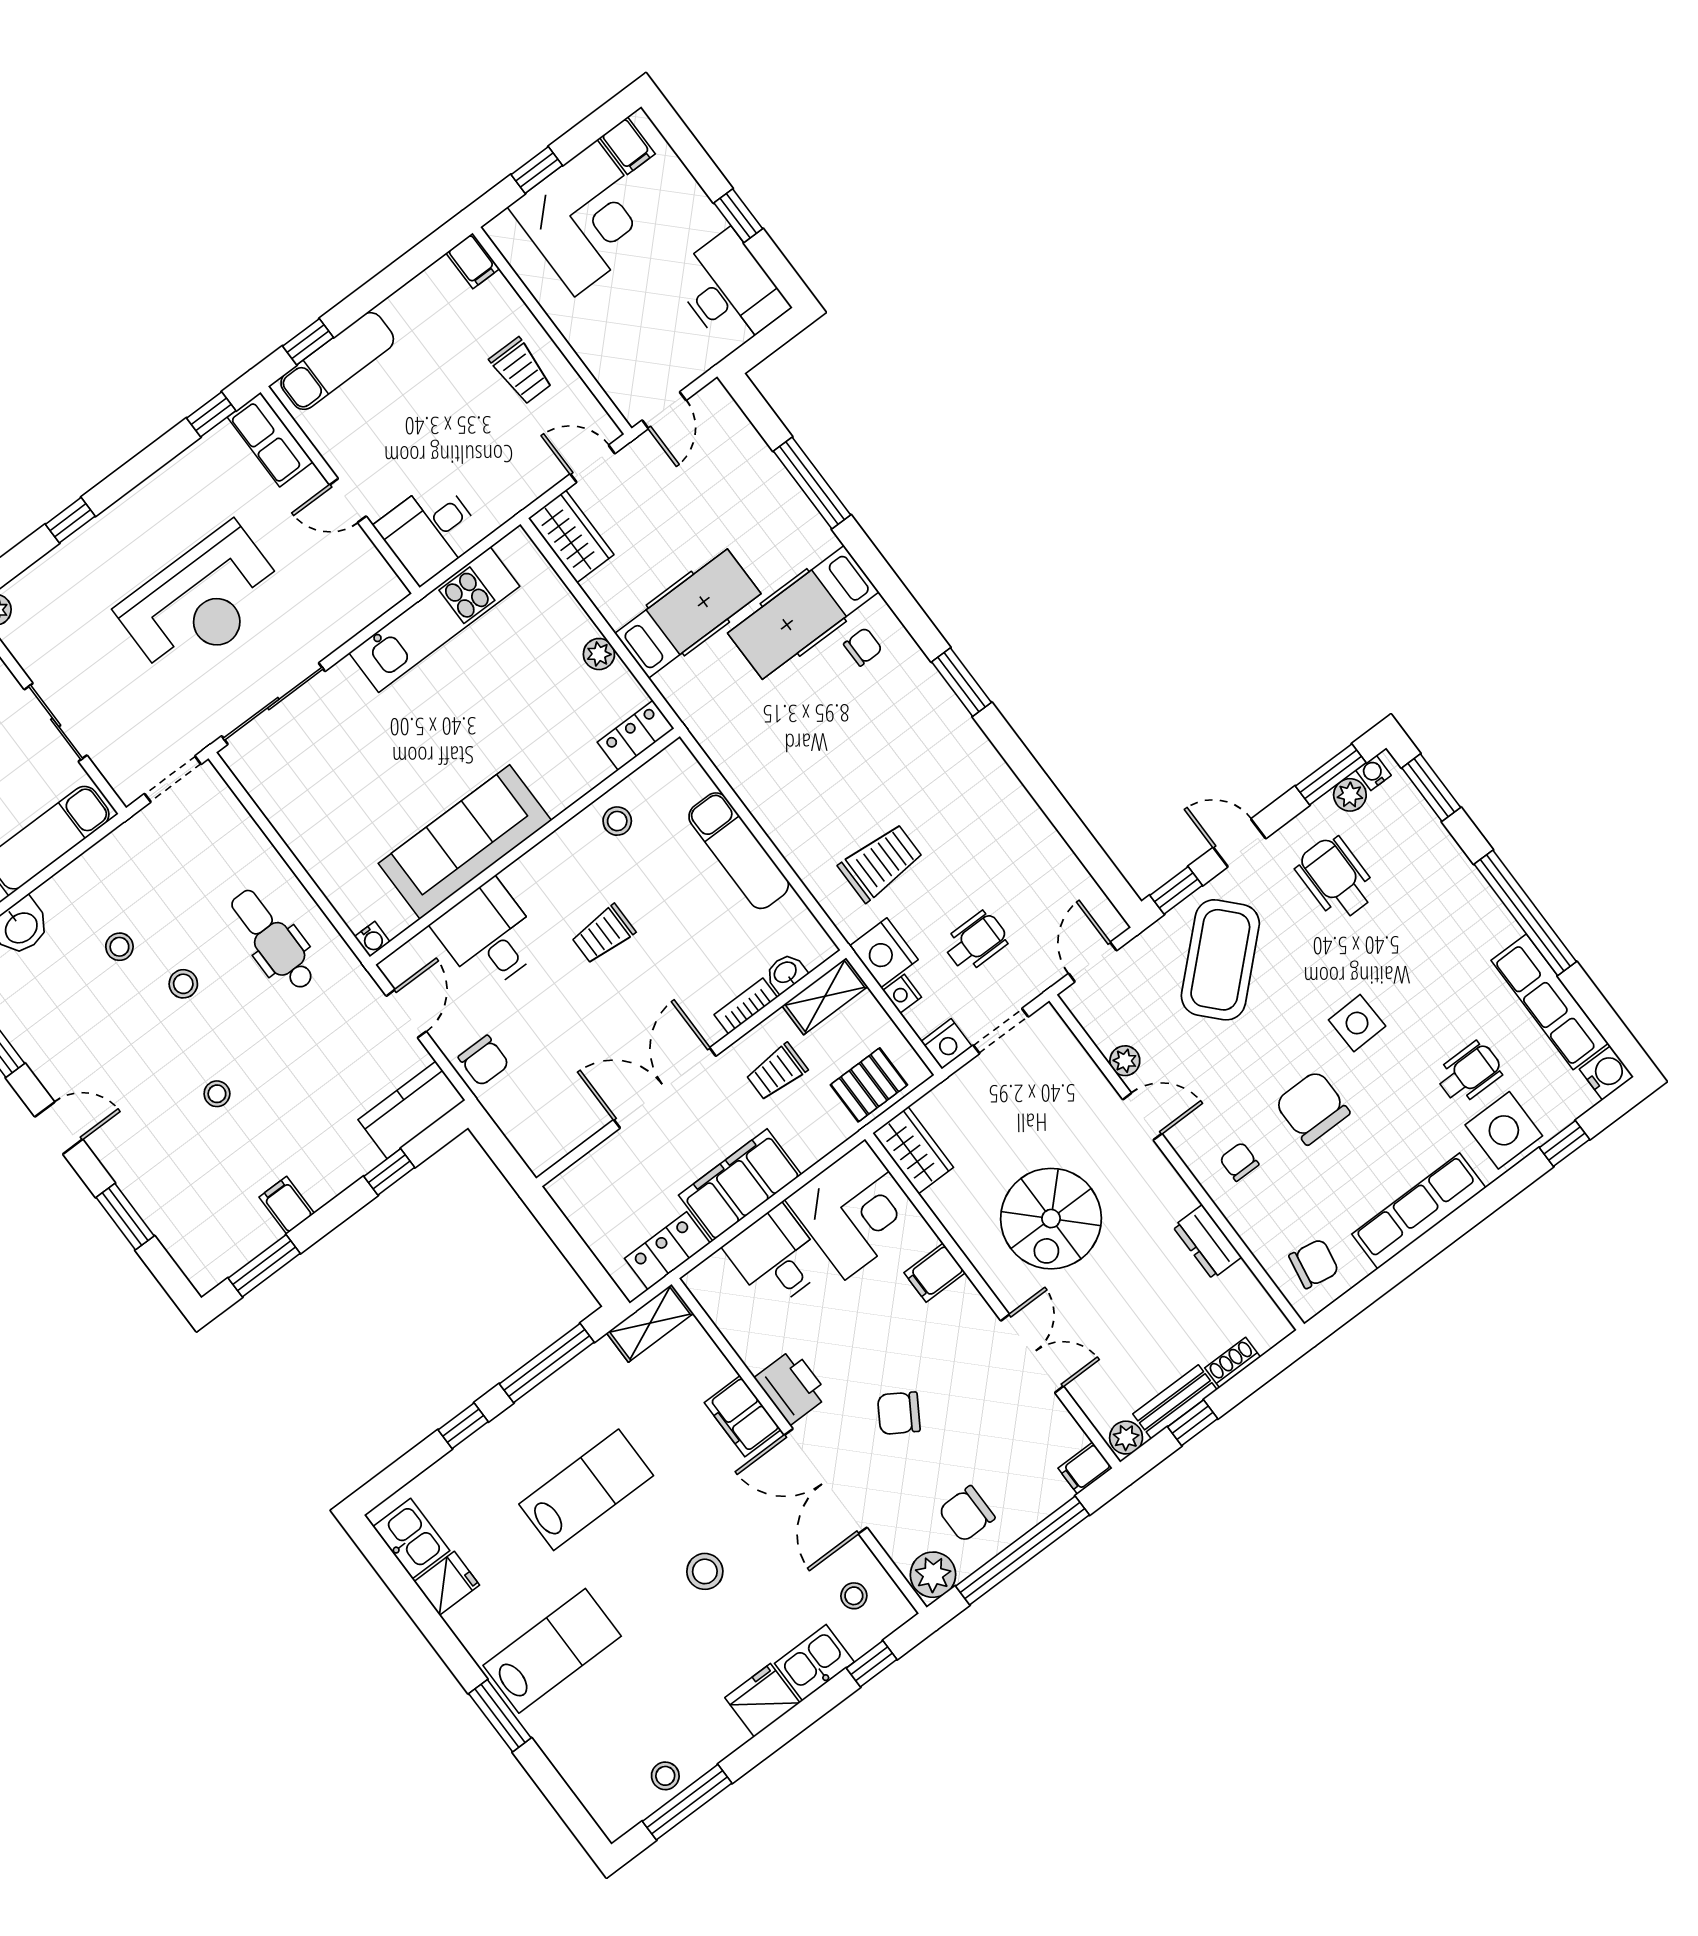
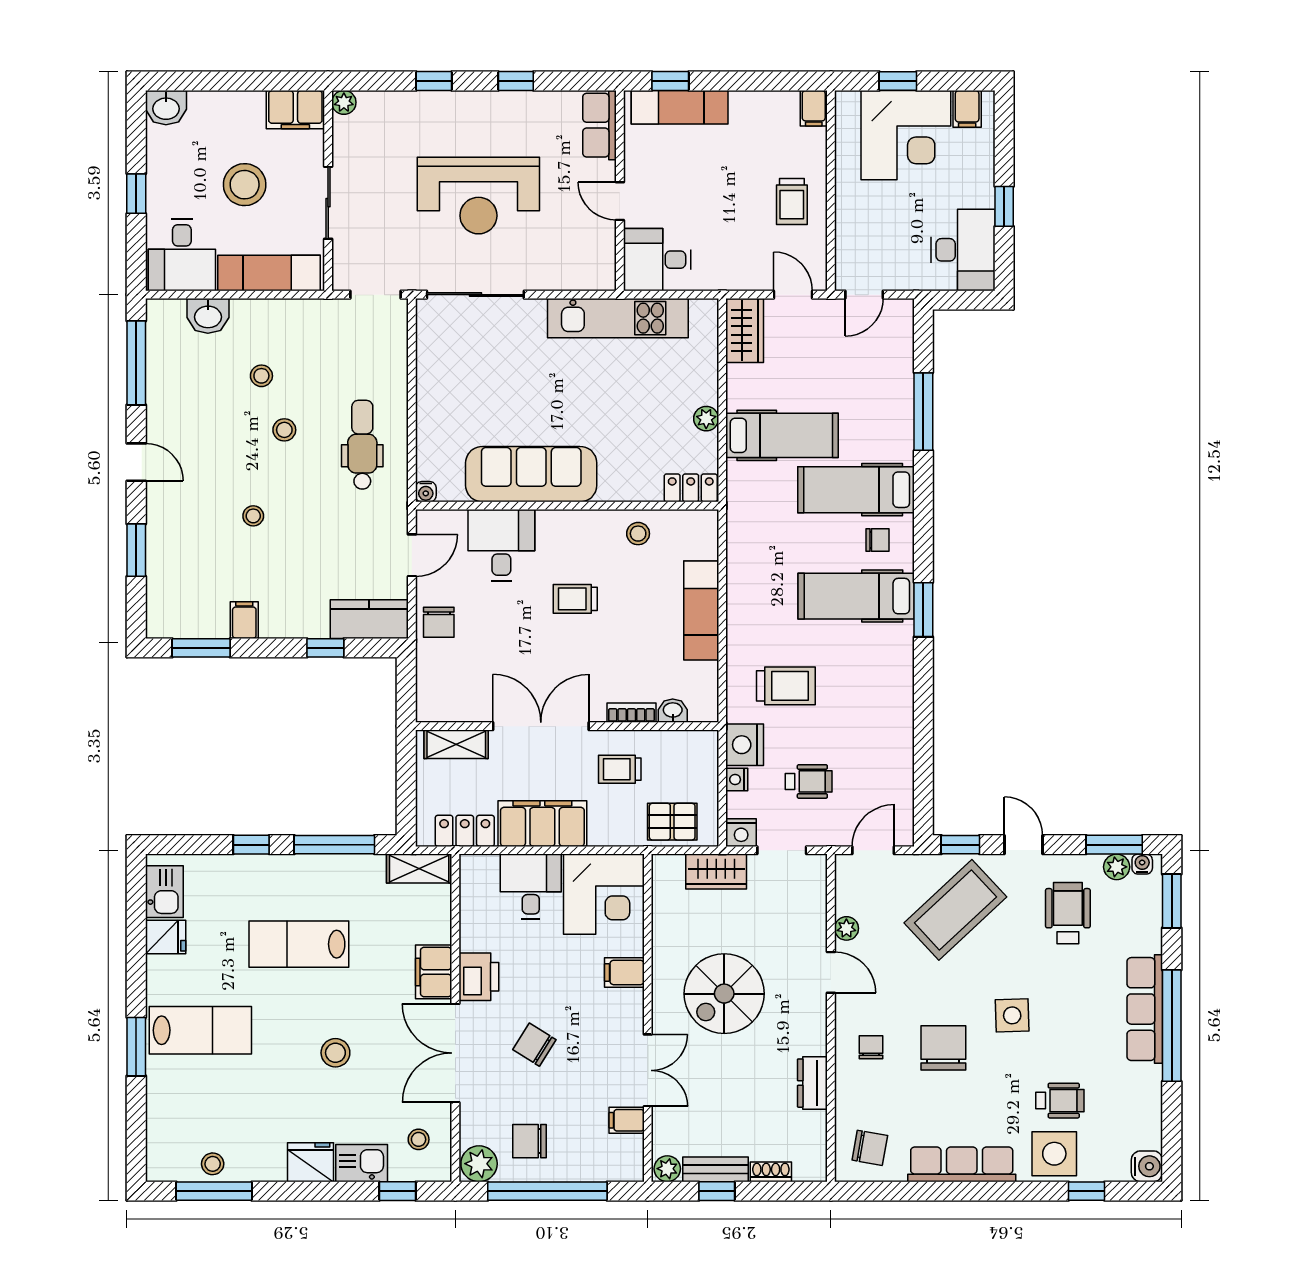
window: (211, 414) -> (516, 81), moved
hospital bed: (884, 719) -> (856, 596), added
shelving: (825, 996) -> (456, 744), moved
row of seats: (1550, 1002) -> (1145, 1009), moved
wardrobe: (913, 1150) -> (716, 872), moved, turned 90
filing cabinet: (1085, 1468) -> (627, 1120), moved
lab bench: (586, 1490) -> (299, 944), turned 180

